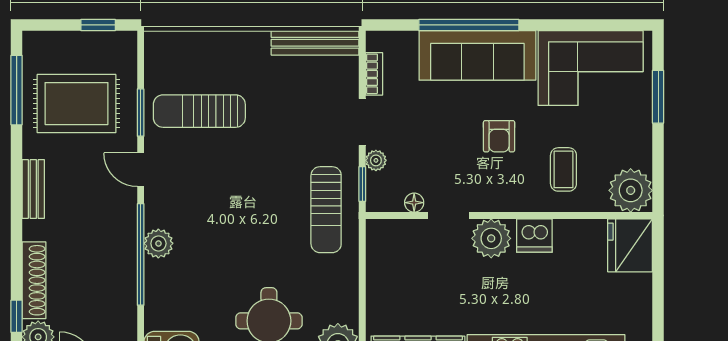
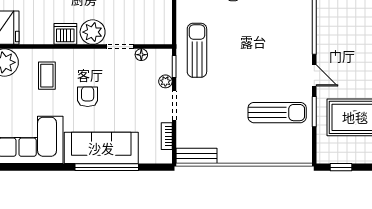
bench: (315, 43) -> (197, 156), width x0.73
plant: (158, 243) -> (303, 29), removed

